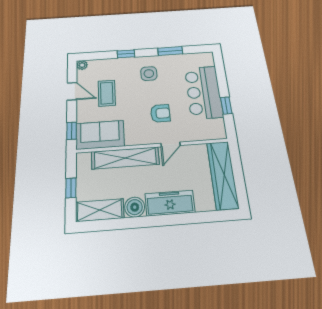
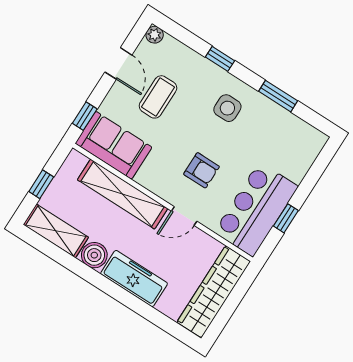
bar counter: (204, 92) -> (256, 209), moved

